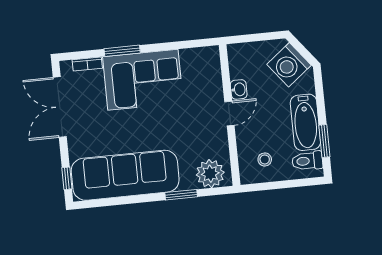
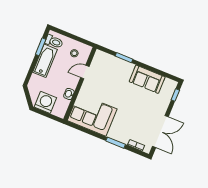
washing machine: (289, 65) -> (45, 102), moved, turned -52
corner sofa: (143, 80) -> (92, 115), moved
door: (229, 114) -> (85, 72), moved
plant: (210, 174) -> (104, 60), removed
sofa: (125, 175) -> (147, 79), width x0.54, depth x0.79

